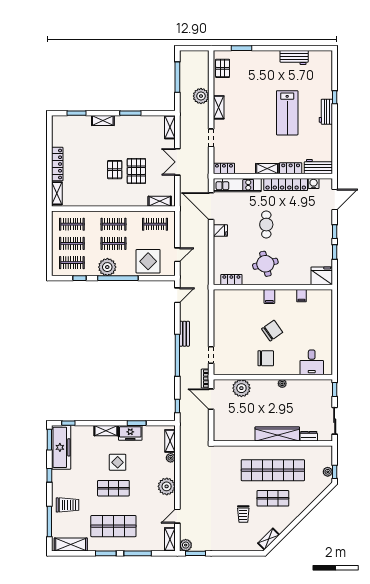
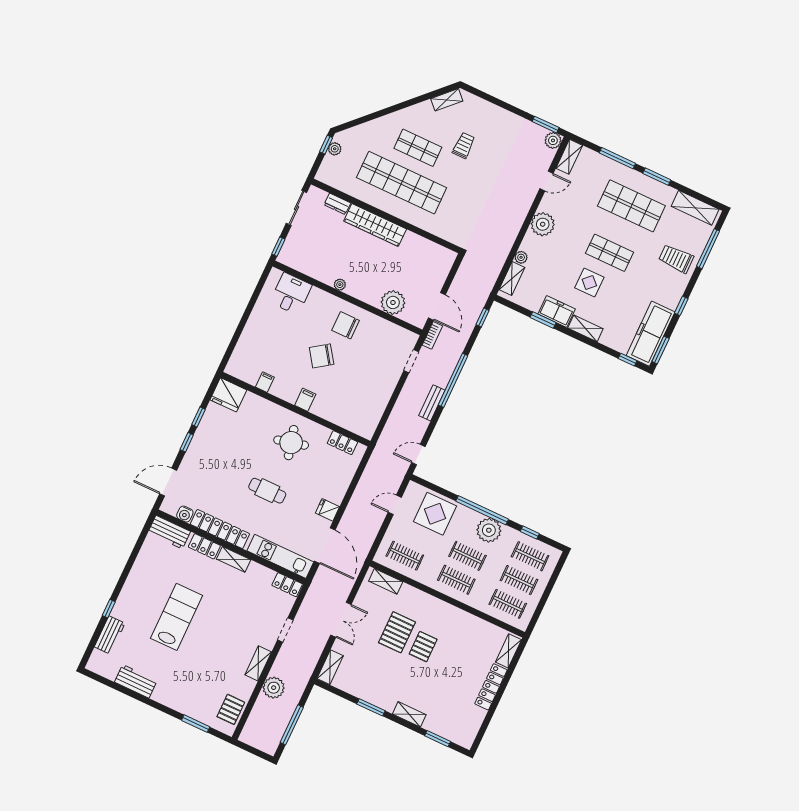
workbench: (326, 112) -> (110, 635), moved
cafe table: (266, 225) -> (267, 491), turned 90

